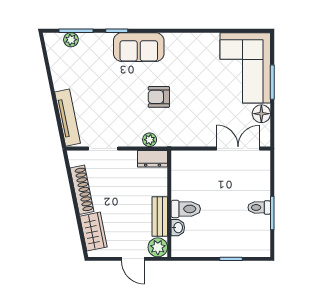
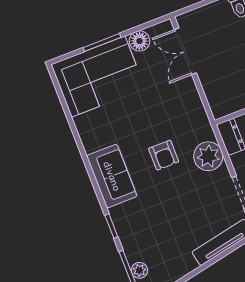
sofa: (139, 47) -> (112, 176), moved
plant: (150, 140) -> (208, 156), width x1.88, depth x1.88

